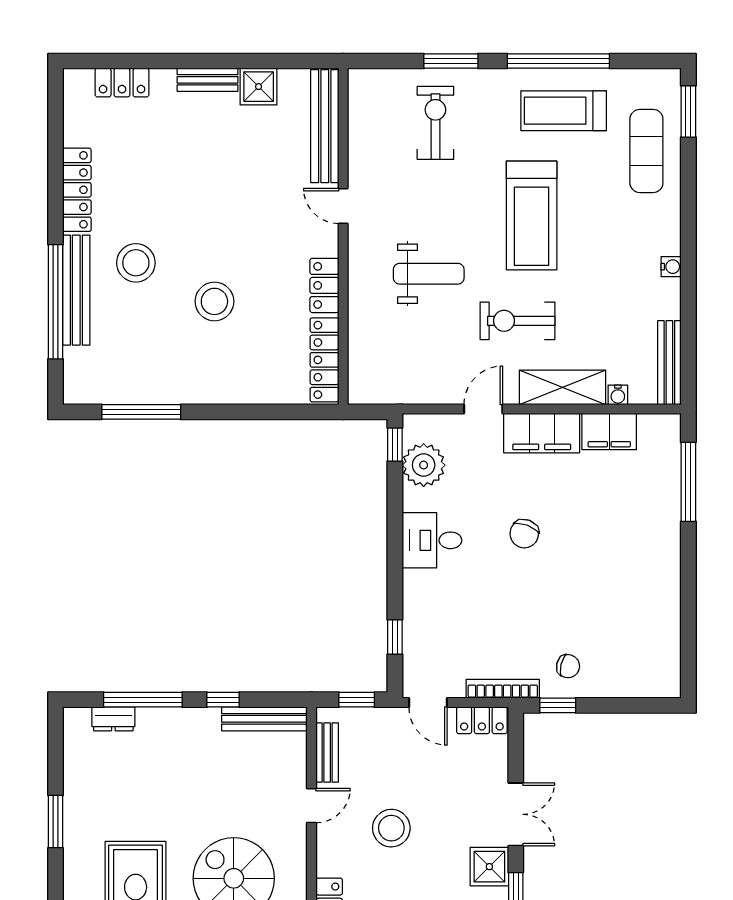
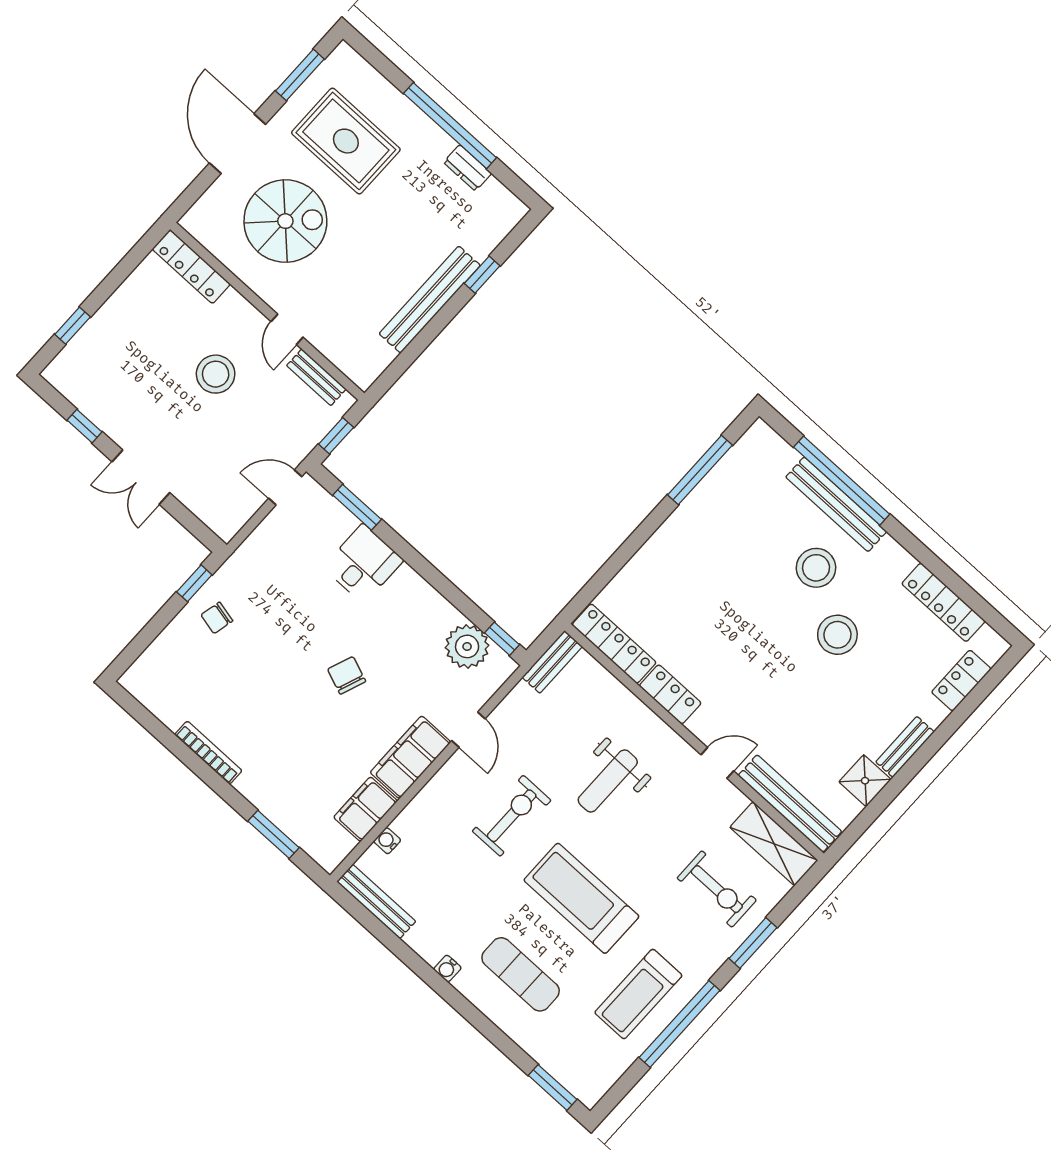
treadmill: (564, 111) -> (638, 994), turned 180
exercise mat: (646, 151) -> (521, 974), moved
locker: (77, 190) -> (943, 602), moved
stool: (214, 301) -> (837, 635), moved
shelving: (563, 387) -> (774, 844), moved, turned 90
bench: (379, 393) -> (552, 662), added
window: (688, 482) -> (274, 834), width x0.69
desk: (432, 540) -> (363, 564), moved
window: (395, 637) -> (357, 507), width x1.50
bookcase: (503, 689) -> (208, 753), moved, turned -90
window: (143, 700) -> (482, 275), width x0.46
window: (223, 700) -> (427, 335), removed
dresser: (113, 719) -> (468, 168), moved, turned -90
bench: (264, 719) -> (430, 300), moved, width x1.37, depth x1.21
locker: (482, 720) -> (235, 516), removed
window: (55, 821) -> (450, 126), width x2.11
shower: (489, 867) -> (120, 422), removed

